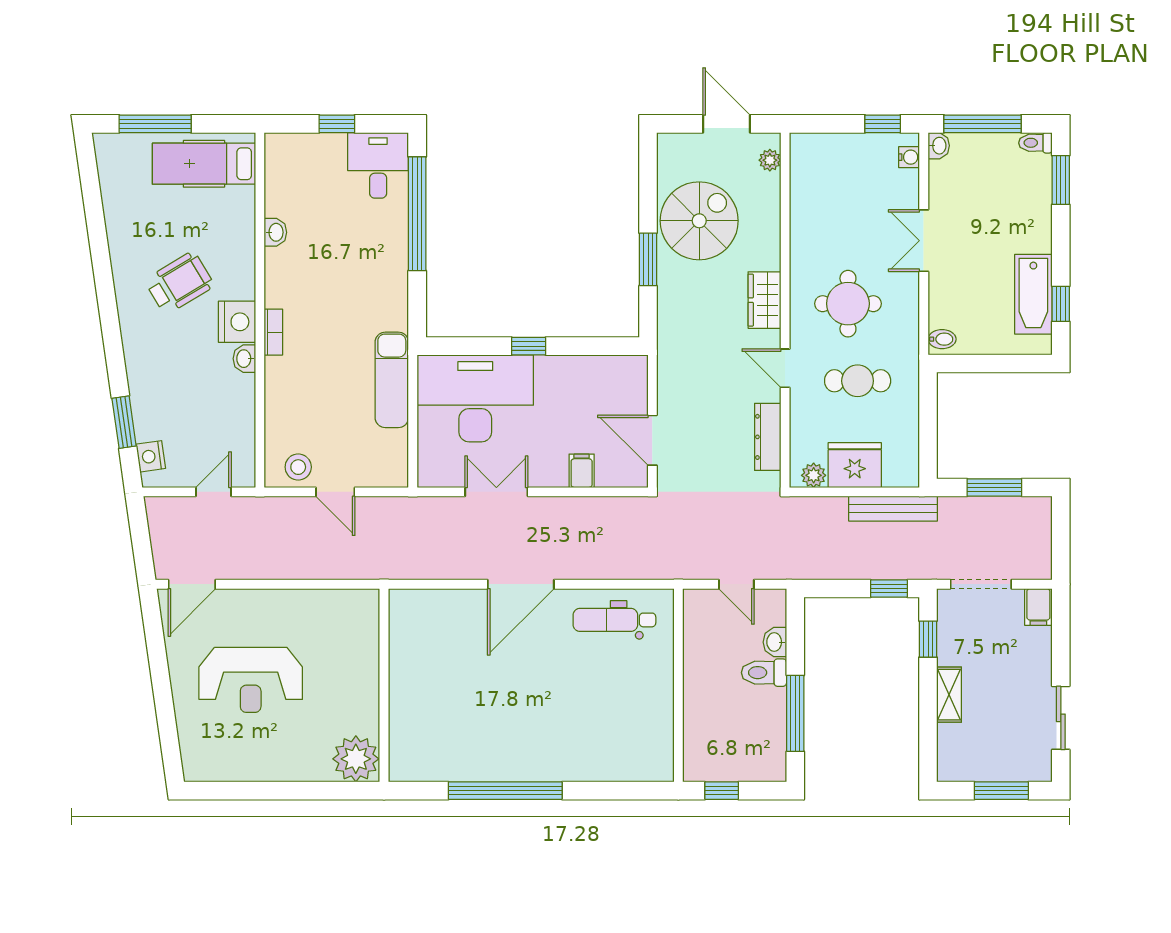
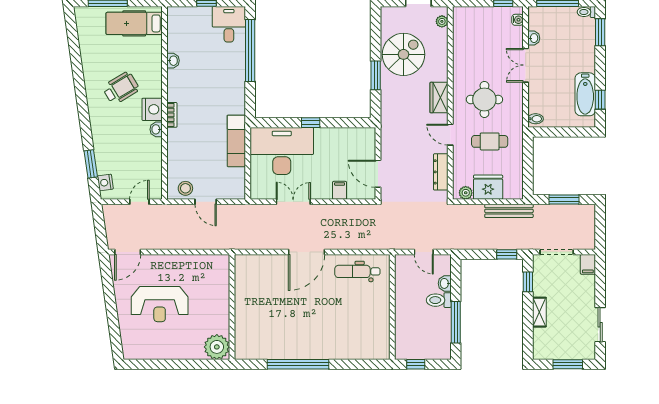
washbasin: (939, 146) -> (534, 38), moved

